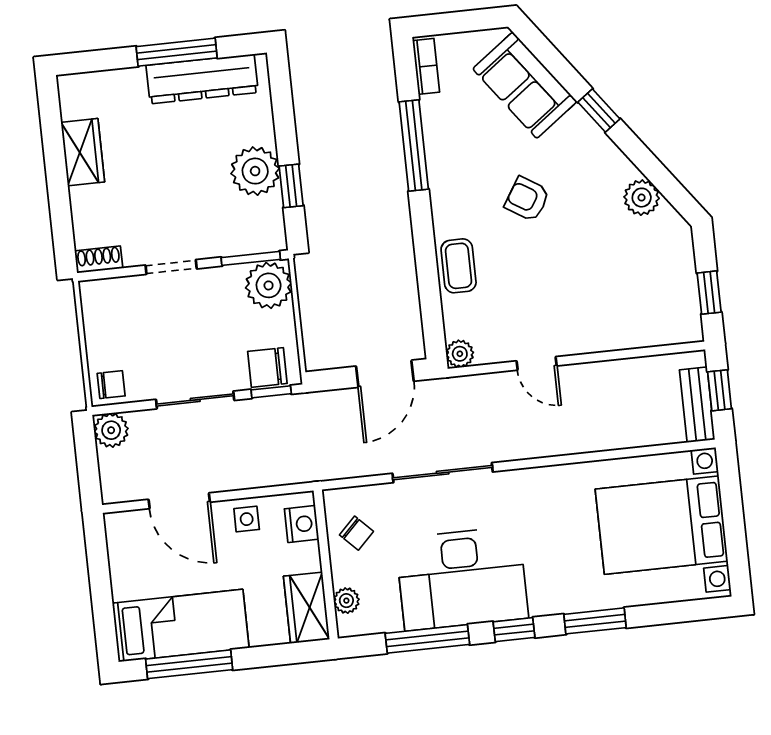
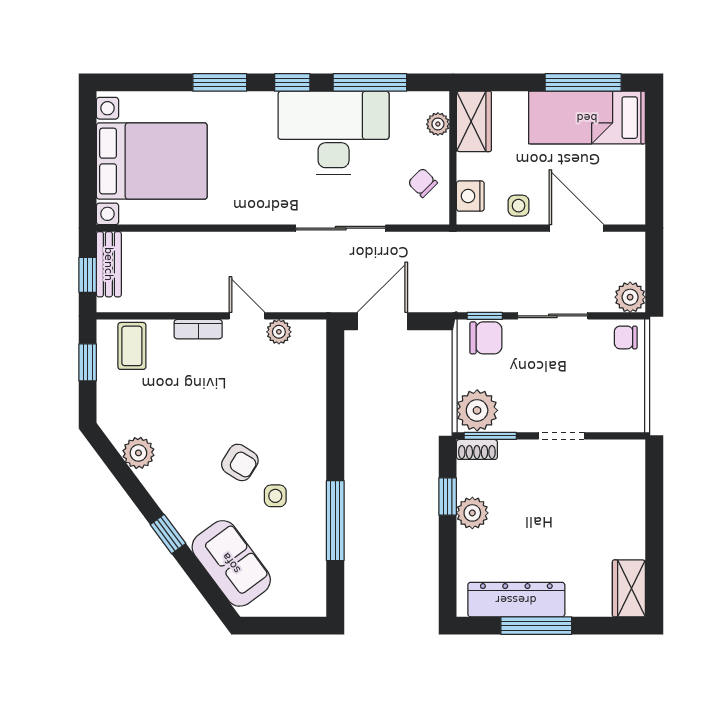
bookcase: (426, 66) -> (198, 329), moved, turned -90
wardrobe: (83, 152) -> (629, 588), moved
side table: (484, 166) -> (275, 496), added
plant: (255, 171) -> (472, 513), width x0.73, depth x0.73
shoe rack: (99, 259) -> (477, 449), moved
coffee table: (459, 266) -> (132, 346), moved
plant: (460, 354) -> (279, 332), moved

